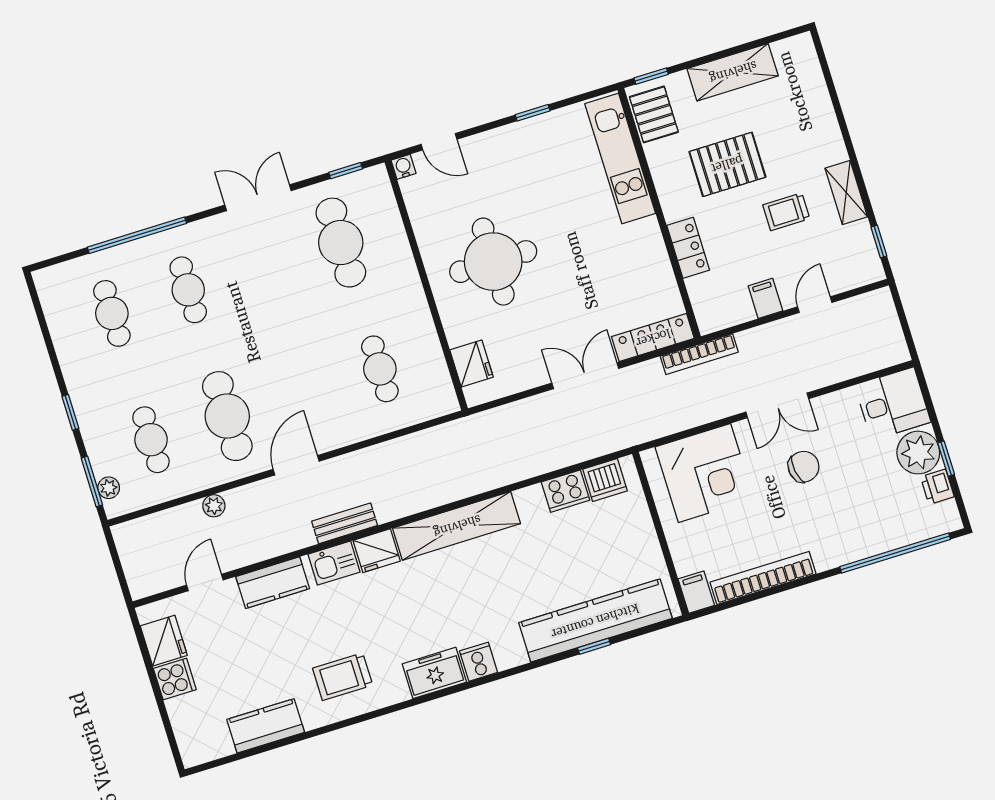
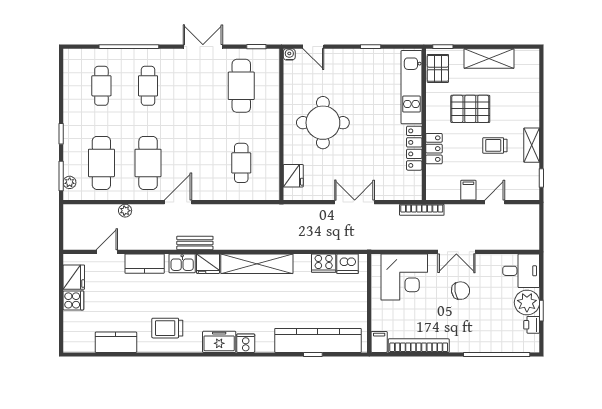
locker: (653, 338) -> (414, 148), moved, turned -90
cafe table: (151, 440) -> (101, 163), width x1.37, depth x1.35

